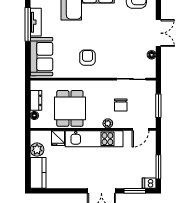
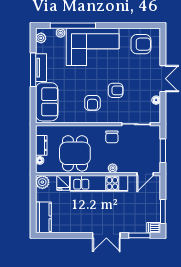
armchair: (111, 45) -> (116, 90), added
armchair: (87, 58) -> (92, 103), turned 180
chair: (121, 105) -> (112, 137), moved
plant: (37, 150) -> (42, 182), moved

